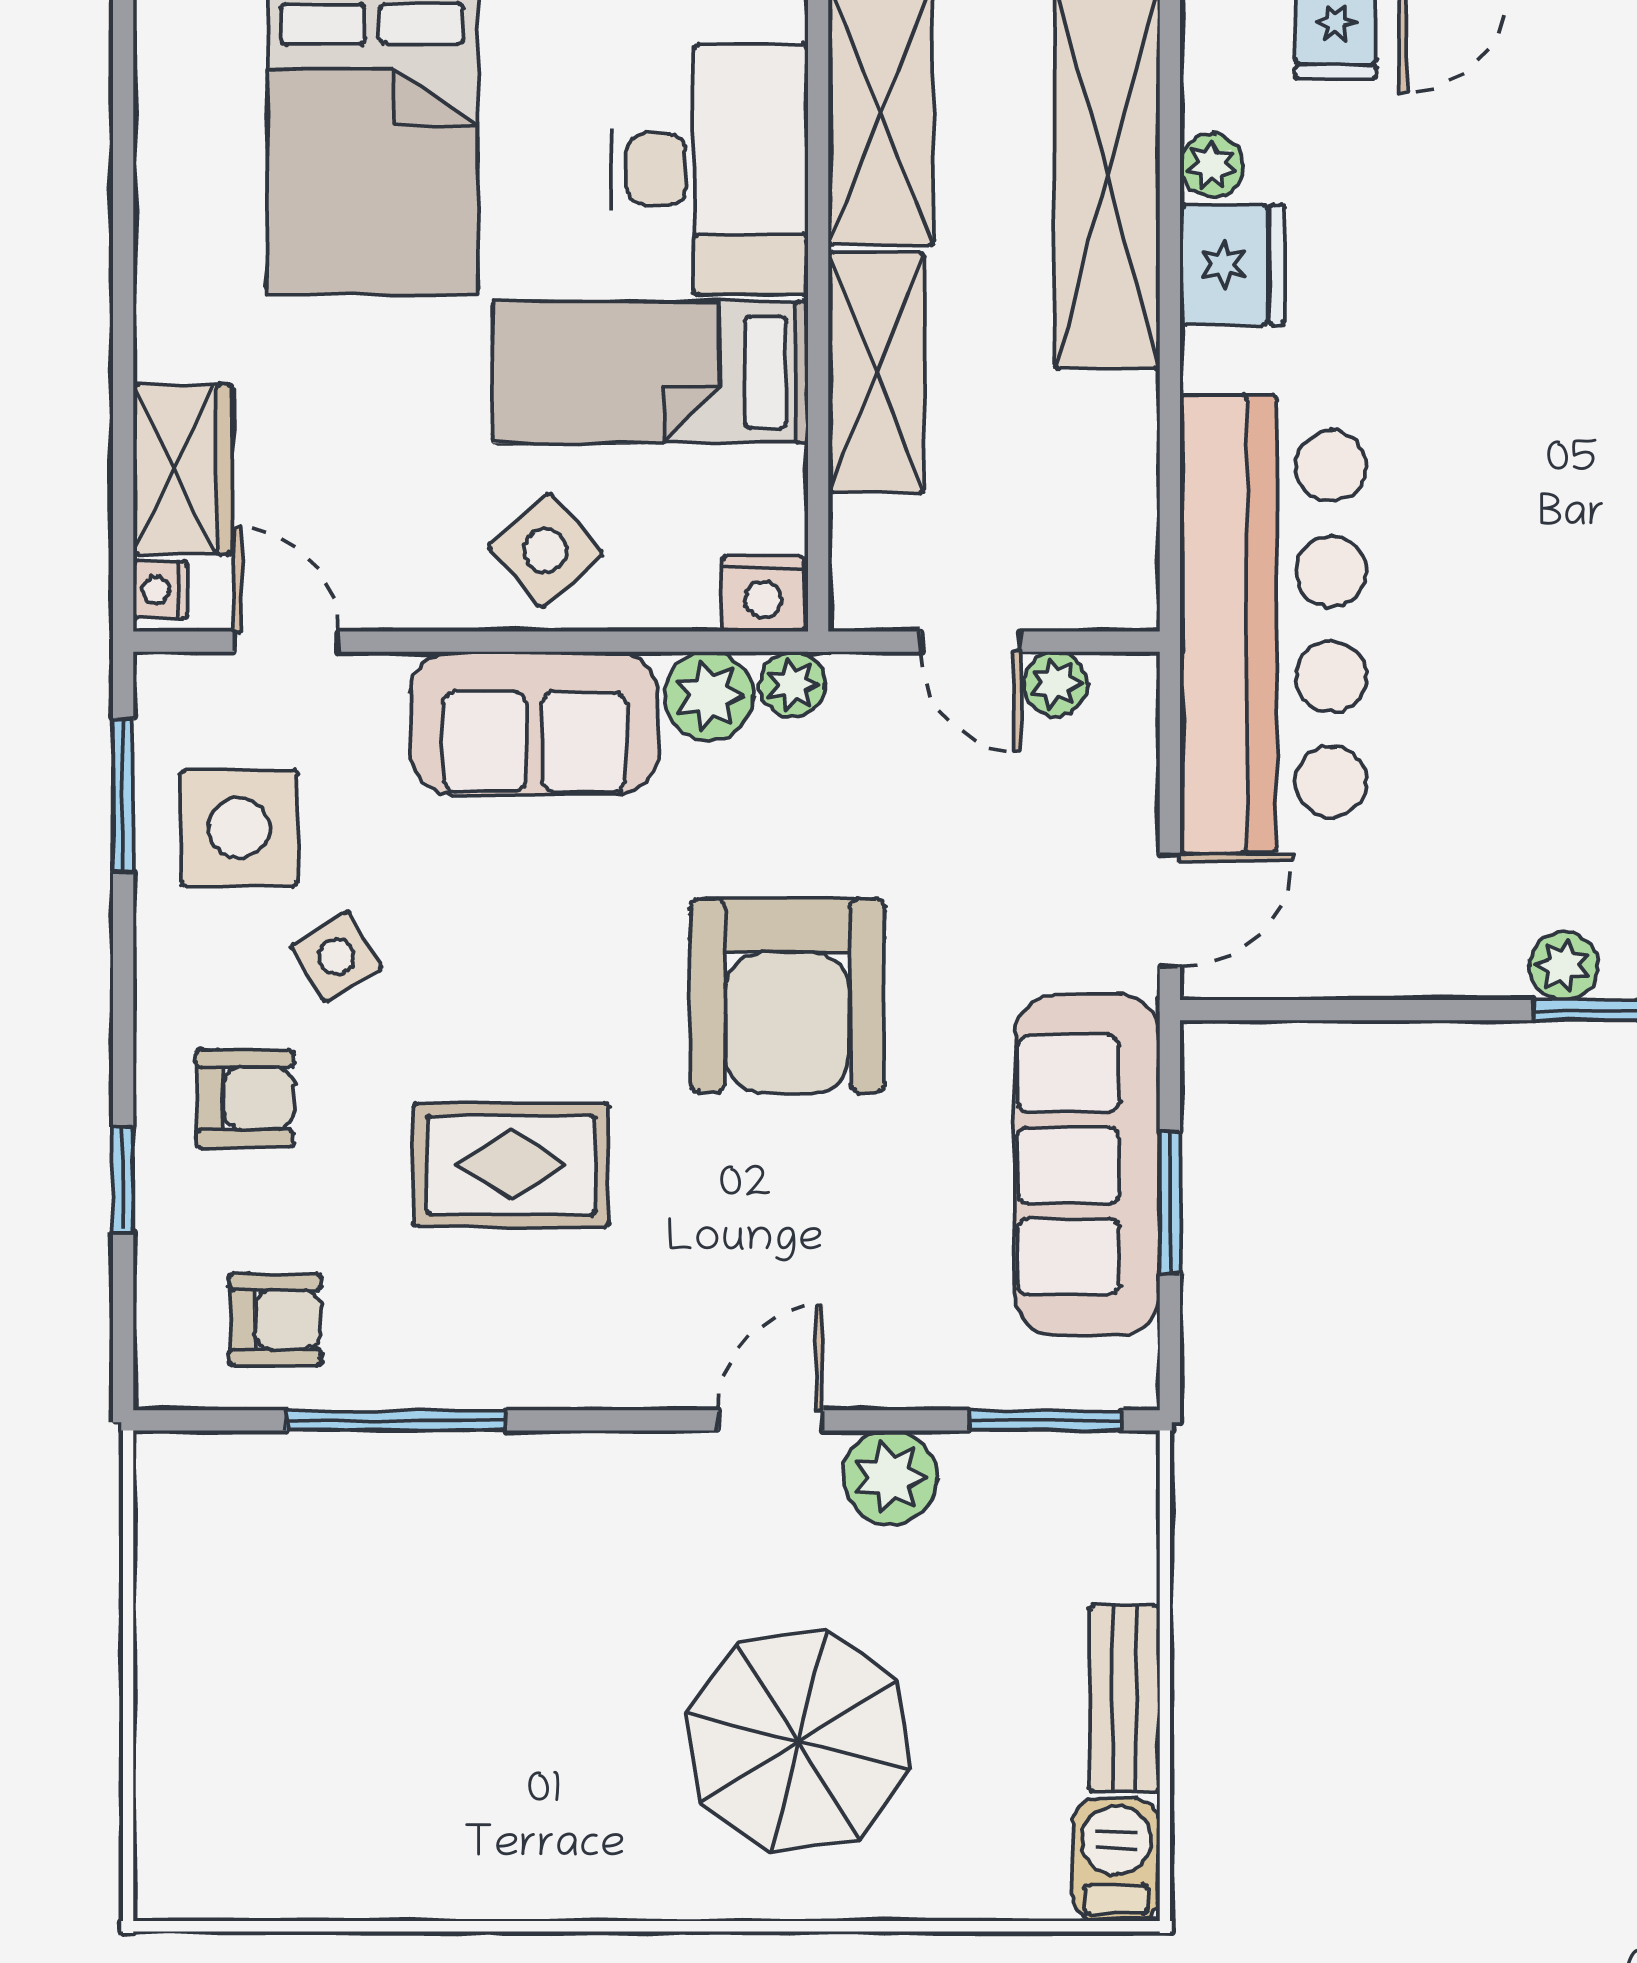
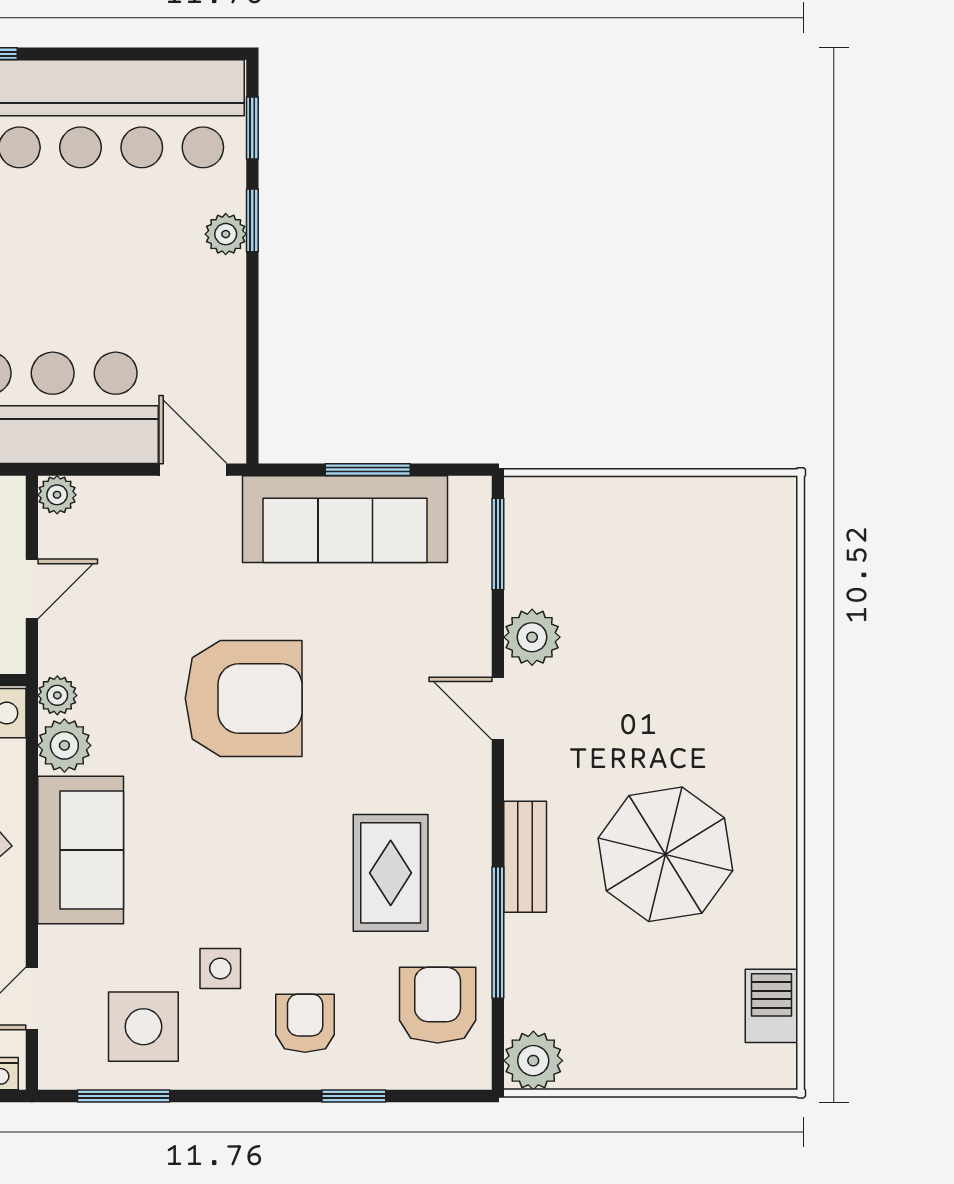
plant: (1055, 684) -> (57, 495), moved
side table: (336, 957) -> (220, 968), turned 31
rug: (511, 1165) -> (391, 873), moved
armchair: (275, 1320) -> (438, 1005), width x1.38, depth x1.38
plant: (182, 1480) -> (533, 1061), added
bench: (1124, 1699) -> (525, 857), moved, turned 90
parasol: (799, 1742) -> (665, 854), moved
barbecue: (1116, 1860) -> (771, 1006), moved, turned 90

